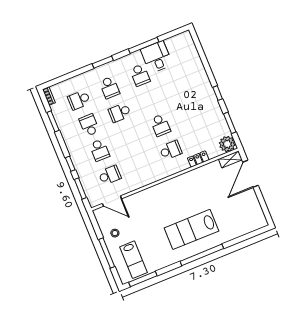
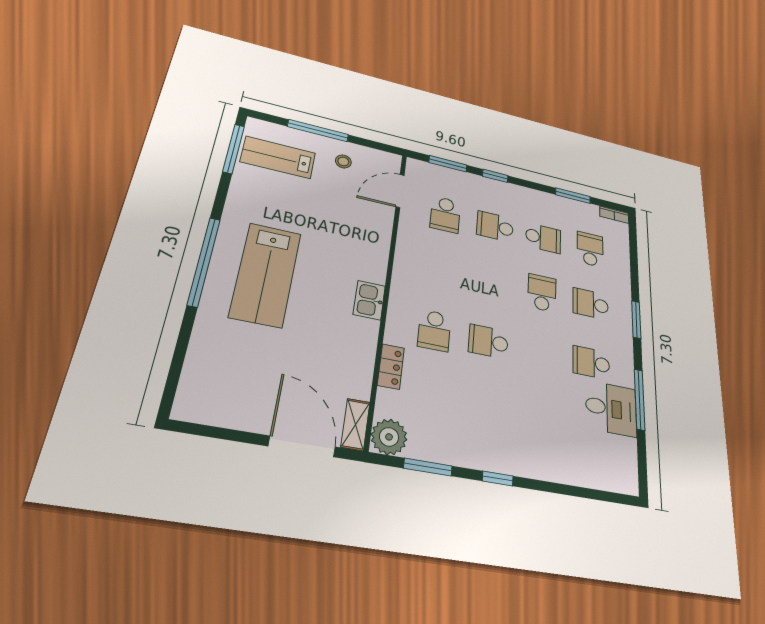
kitchen sink: (175, 184) -> (369, 300), added
lab bench: (191, 229) -> (266, 274), turned 180

